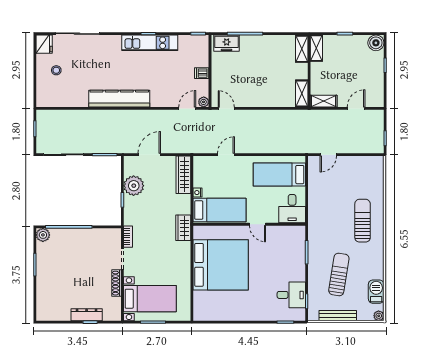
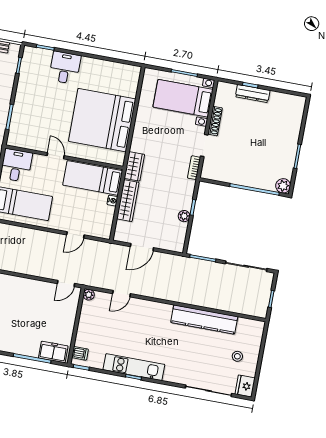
dishwasher: (202, 73) -> (80, 353), moved
kitchen counter: (119, 99) -> (204, 319), moved
door: (187, 108) -> (122, 294), moved
door: (226, 108) -> (66, 283), hinge flipped
door: (149, 155) -> (142, 247), moved
wardrobe: (183, 175) -> (128, 201), moved
plant: (134, 186) -> (184, 216), width x0.53, depth x0.53
desk: (291, 295) -> (65, 68), moved, turned 90

